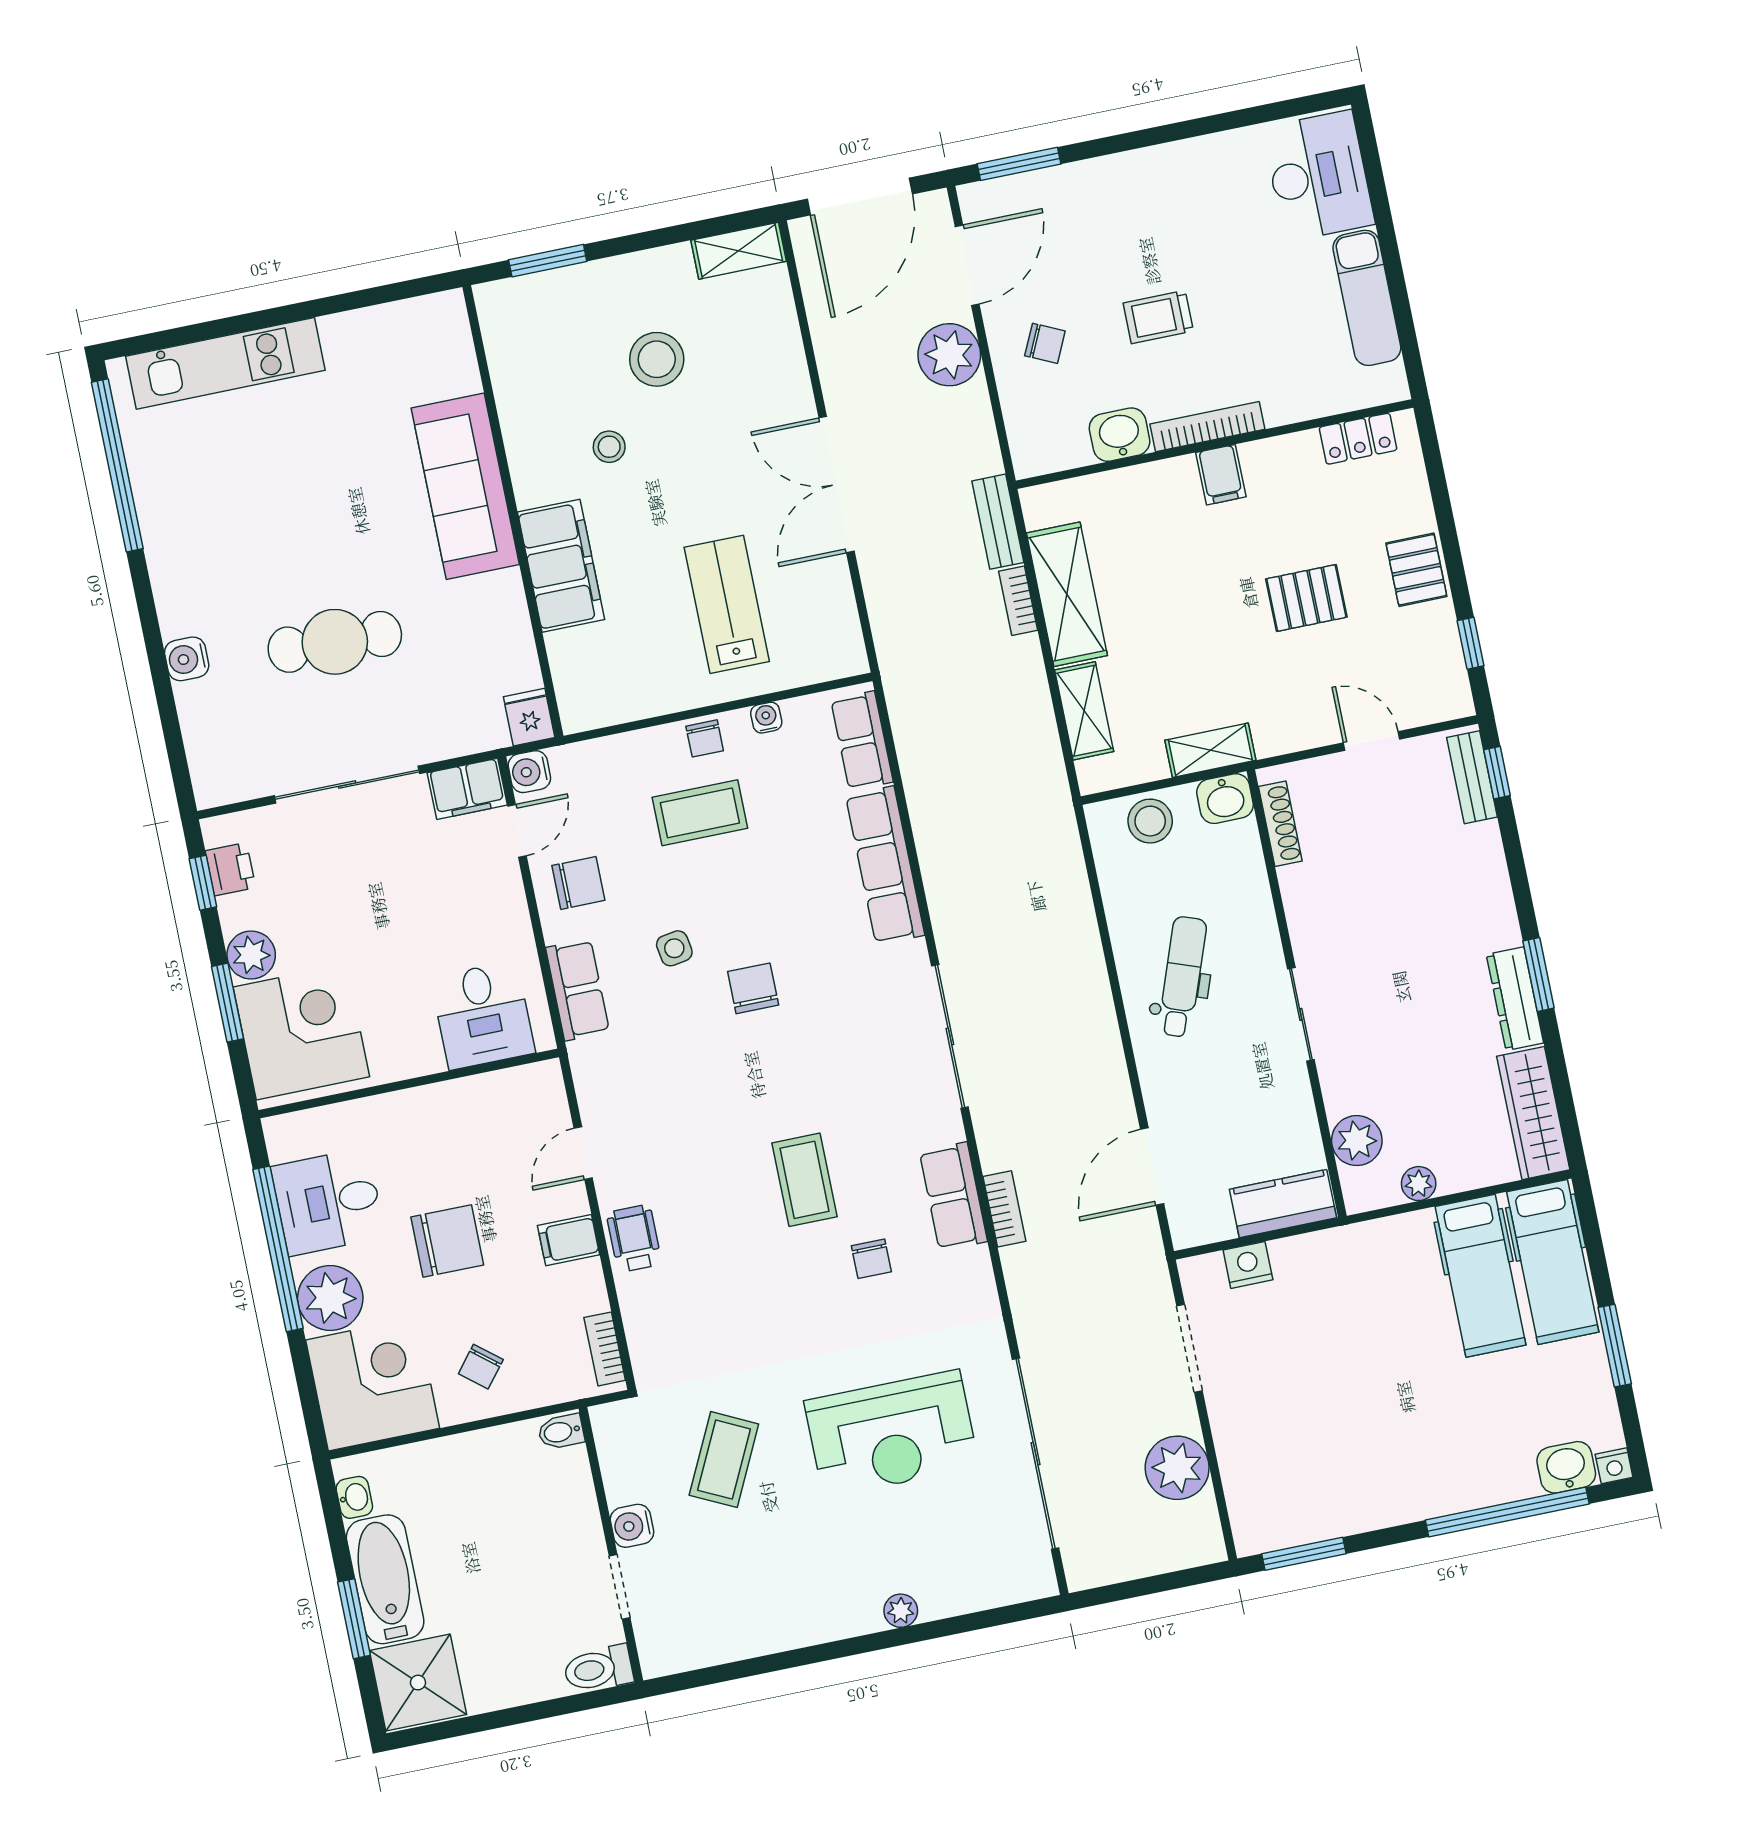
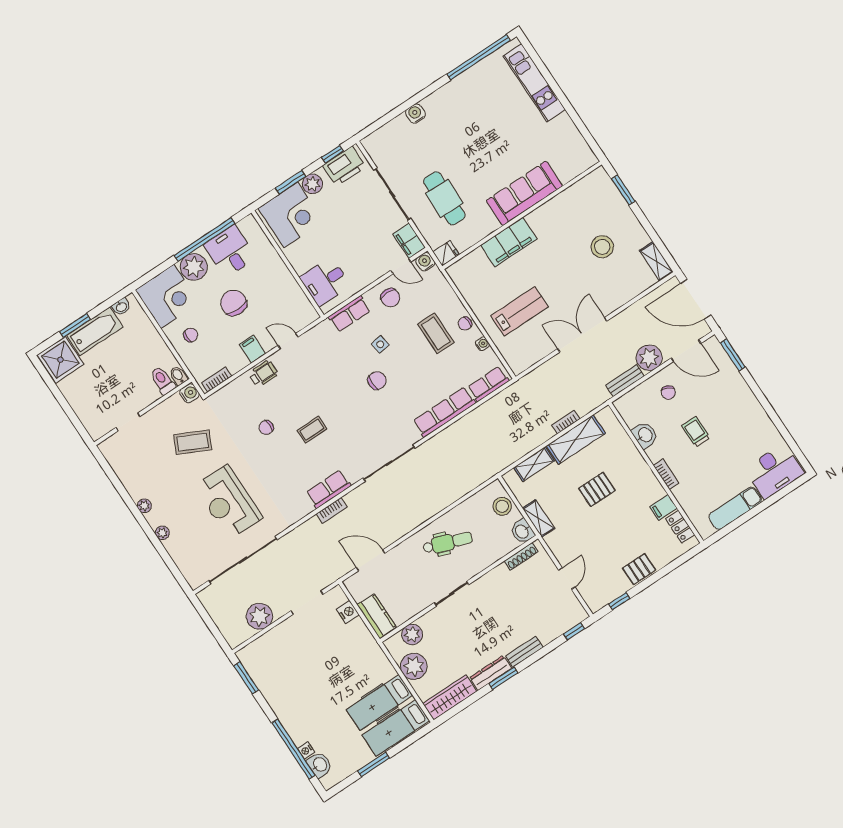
bookcase: (1207, 427) -> (666, 474), width x0.64
stool: (609, 447) -> (562, 242), removed
filing cabinet: (1221, 475) -> (663, 507), moved
bench: (998, 522) -> (625, 381), moved
pallet: (1306, 598) -> (597, 489), moved, turned 90
cafe table: (335, 642) -> (444, 198), moved
bench: (1472, 777) -> (524, 652), moved
printer: (230, 869) -> (344, 166), width x1.87, depth x1.48
coffee table: (805, 1180) -> (312, 430), width x0.73, depth x0.77
plant: (1419, 1184) -> (414, 666), width x1.87, depth x1.87
chair: (447, 1241) -> (233, 303), turned 180
chair: (871, 1259) -> (266, 427), moved
chair: (481, 1367) -> (191, 335), turned 141
nightstand: (1614, 1466) -> (306, 750), moved
water cooler: (632, 1526) -> (189, 393), moved, turned 90
plant: (823, 1626) -> (144, 506), added
toilet: (598, 1669) -> (163, 381), moved

